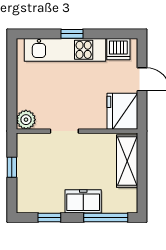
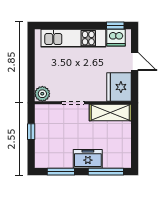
window: (72, 34) -> (115, 25), moved
shelving: (127, 161) -> (110, 113), moved, turned 90
window: (49, 217) -> (61, 172), width x1.50

